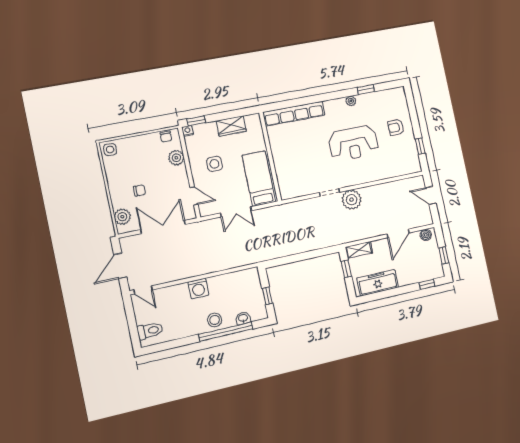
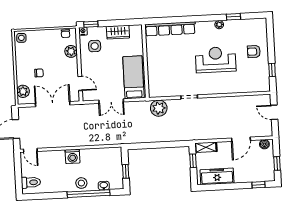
reception desk: (353, 143) -> (216, 60), turned 180
side table: (214, 164) -> (95, 46), moved
plant: (352, 200) -> (159, 108), moved

